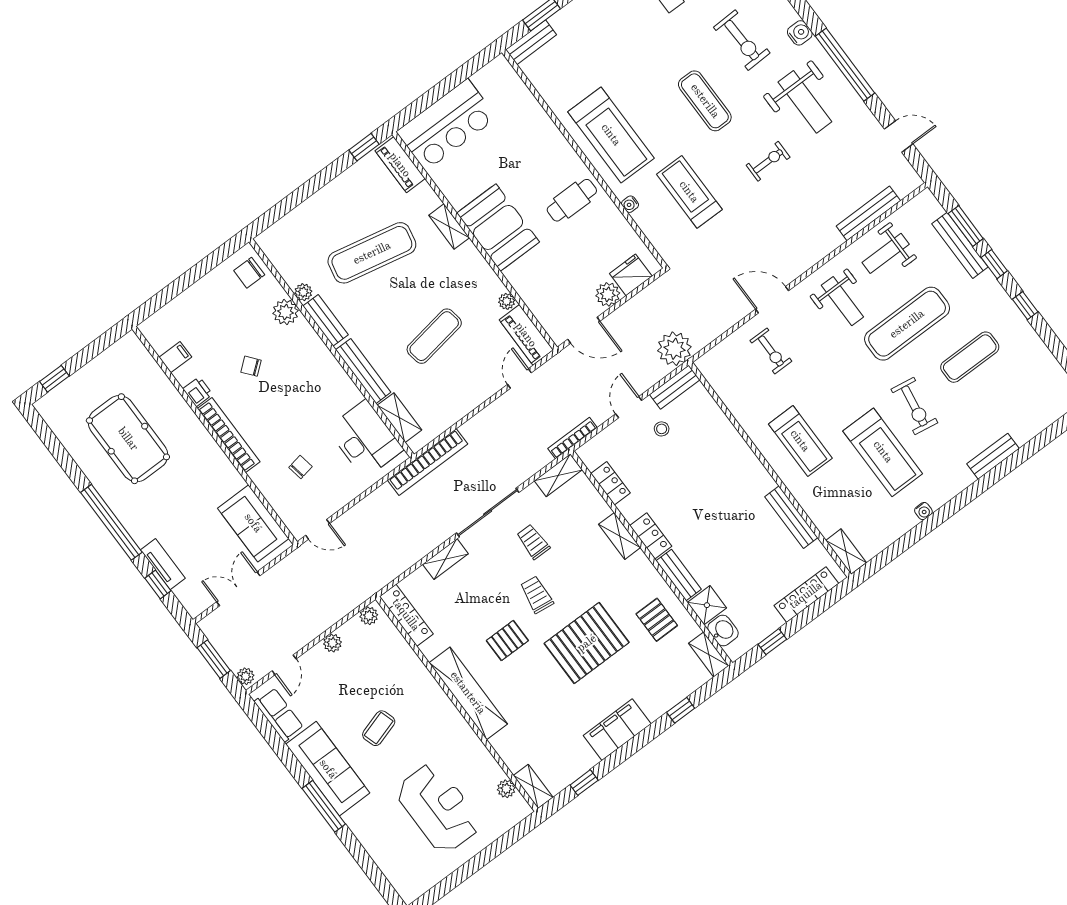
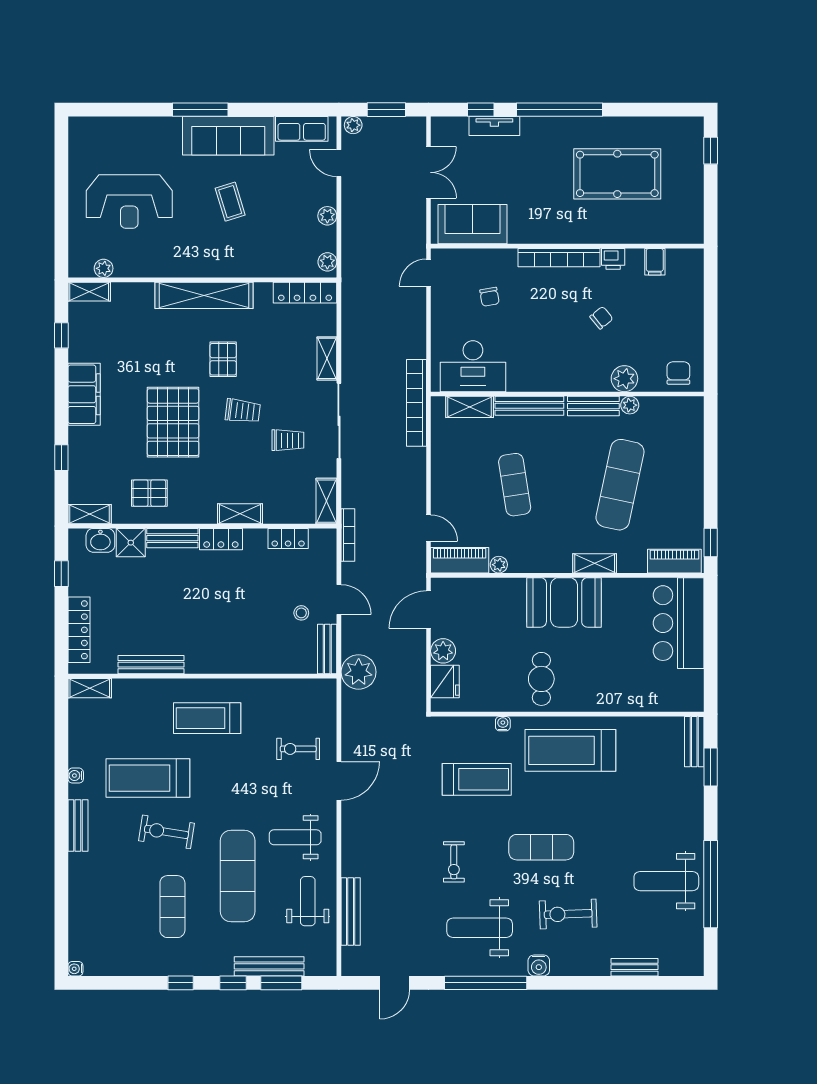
bench: (993, 456) -> (78, 826), moved

